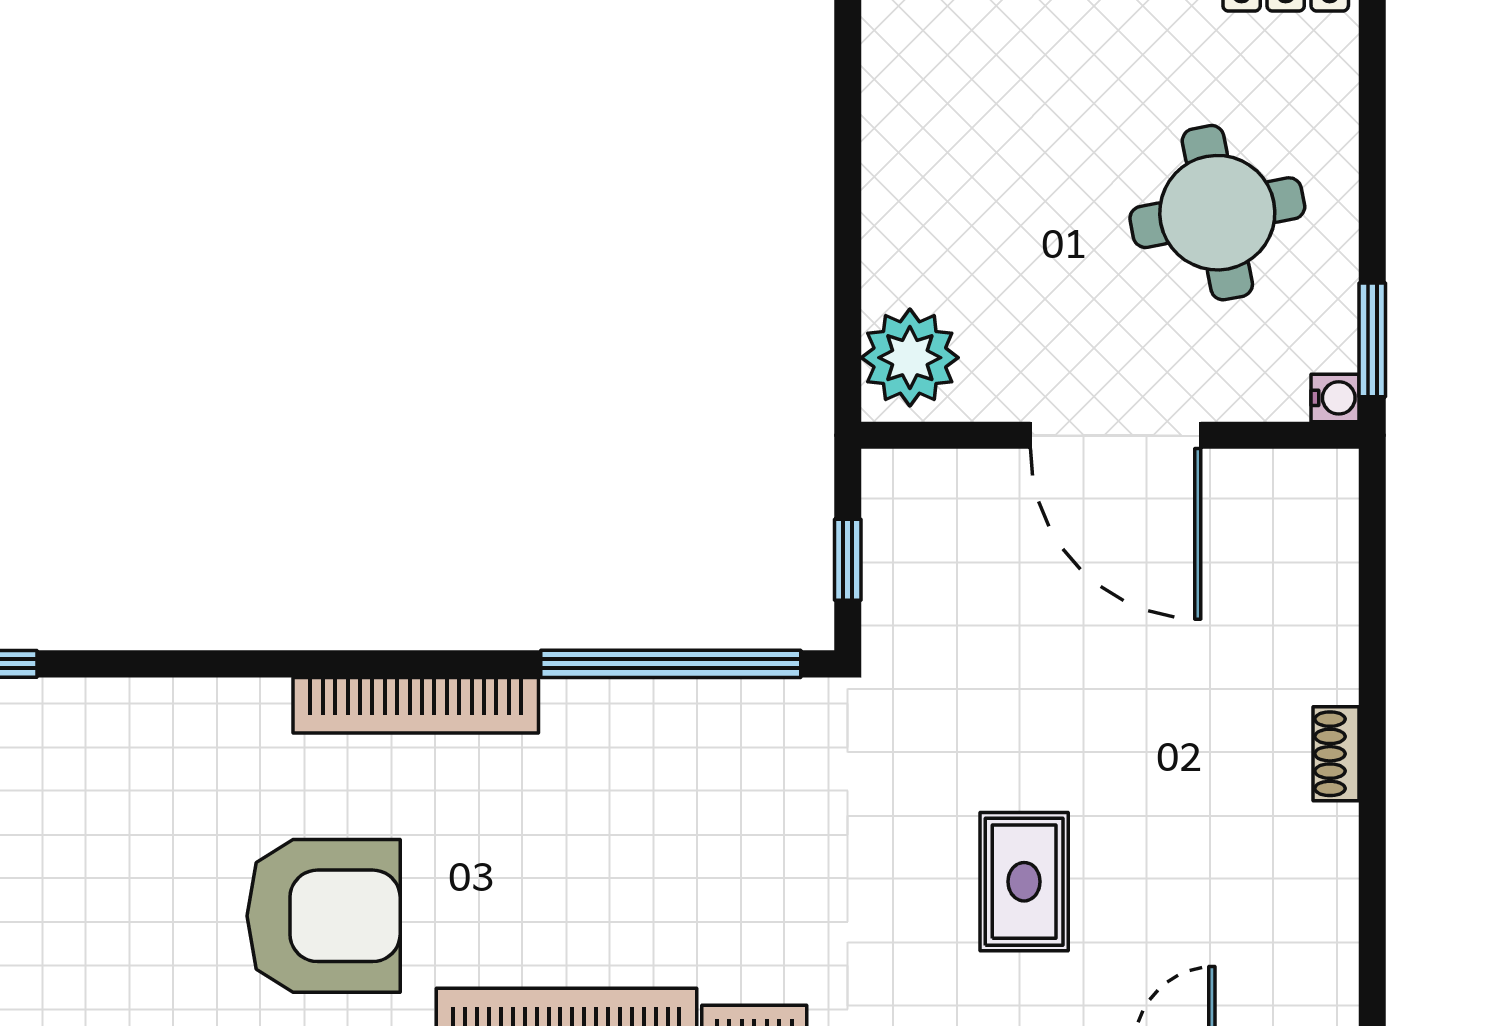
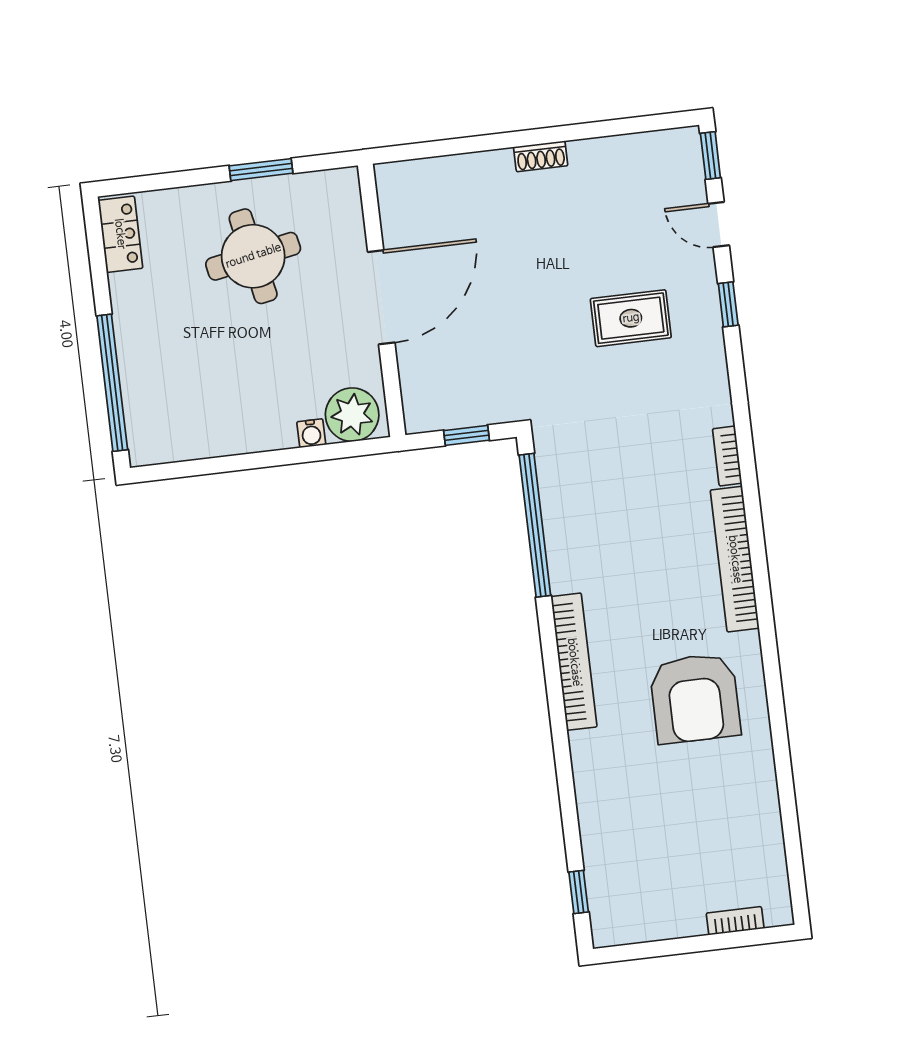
window: (1372, 340) -> (261, 170), moved
water cooler: (1335, 398) -> (311, 433), moved, turned 180
armchair: (324, 916) -> (695, 698), turned 180

